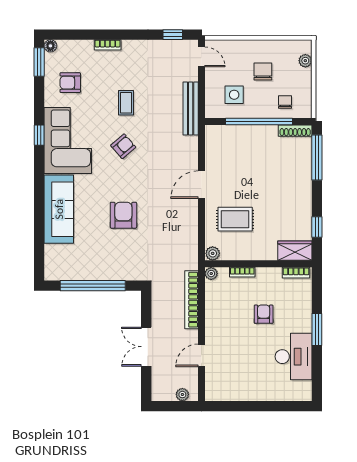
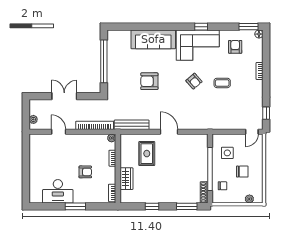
bench: (191, 109) -> (132, 125), moved
window: (317, 157) -> (187, 206), width x0.69
armchair: (123, 215) -> (149, 81), turned 180
window: (317, 227) -> (152, 206), moved
wardrobe: (295, 251) -> (126, 179), moved
plant: (213, 253) -> (125, 139), removed

